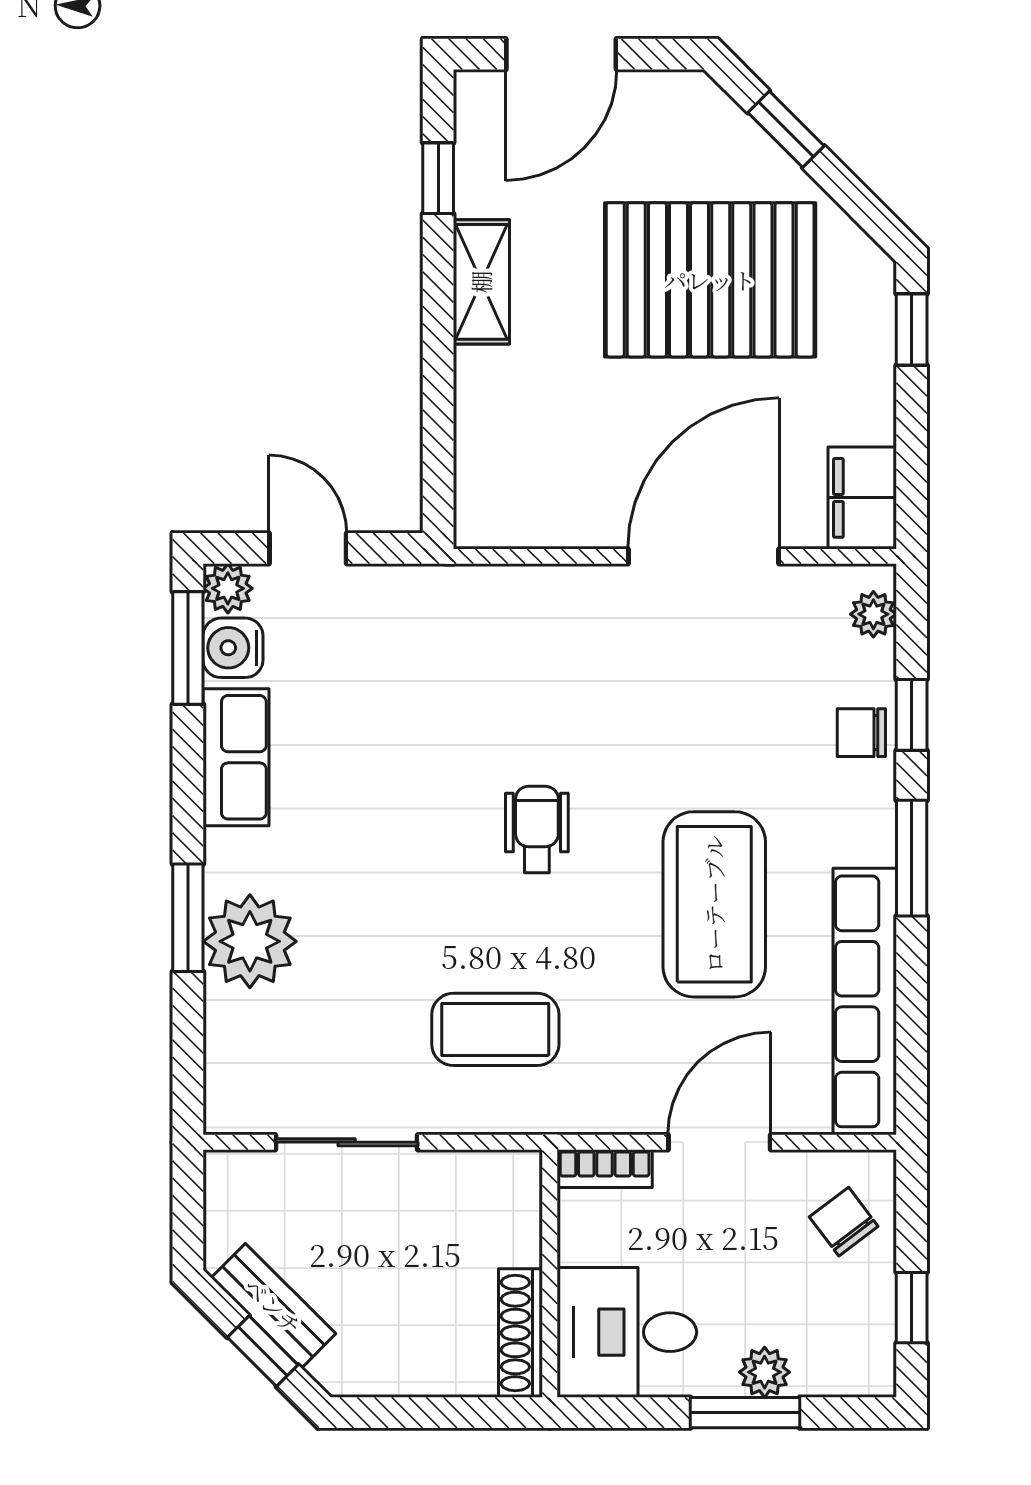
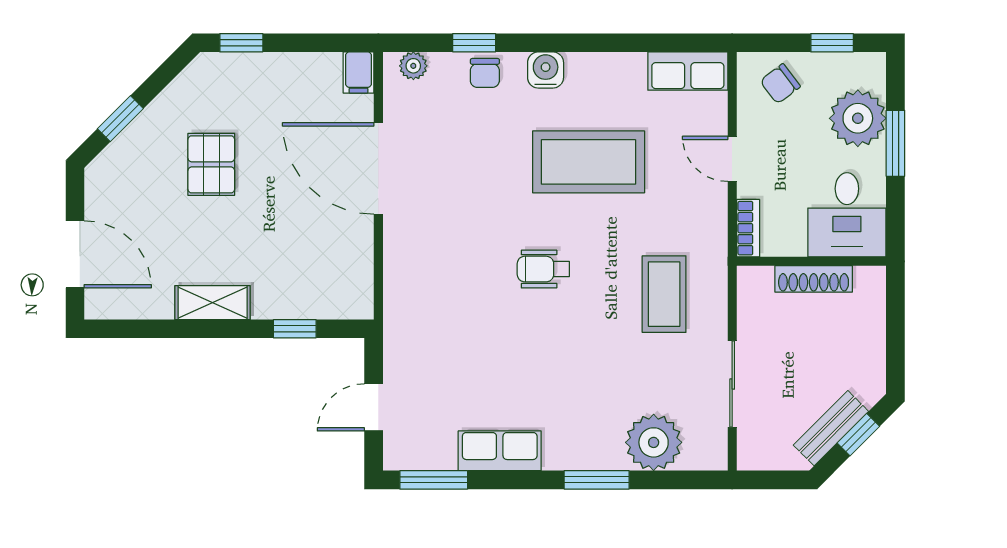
window: (438, 178) -> (295, 329), moved
pallet: (710, 280) -> (211, 164), width x0.49, depth x0.50
filing cabinet: (862, 498) -> (359, 73), width x0.50
plant: (228, 588) -> (398, 456), removed
water cooler: (233, 648) -> (546, 70), moved, turned 180
window: (912, 858) -> (561, 43), removed
plant: (250, 941) -> (654, 442), moved
row of seats: (865, 1001) -> (688, 71), width x0.50
door: (719, 1142) -> (732, 159), width x0.73
shoe rack: (521, 1333) -> (814, 279), moved
plant: (765, 1372) -> (858, 118), width x1.88, depth x1.88

